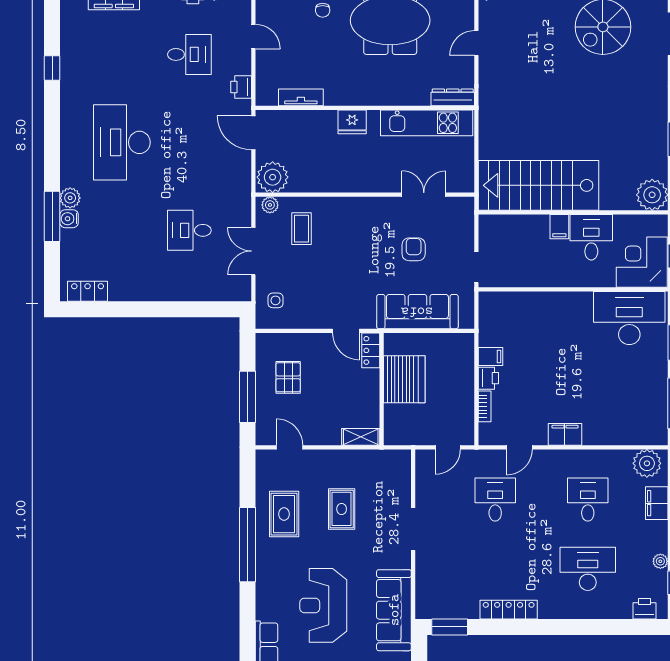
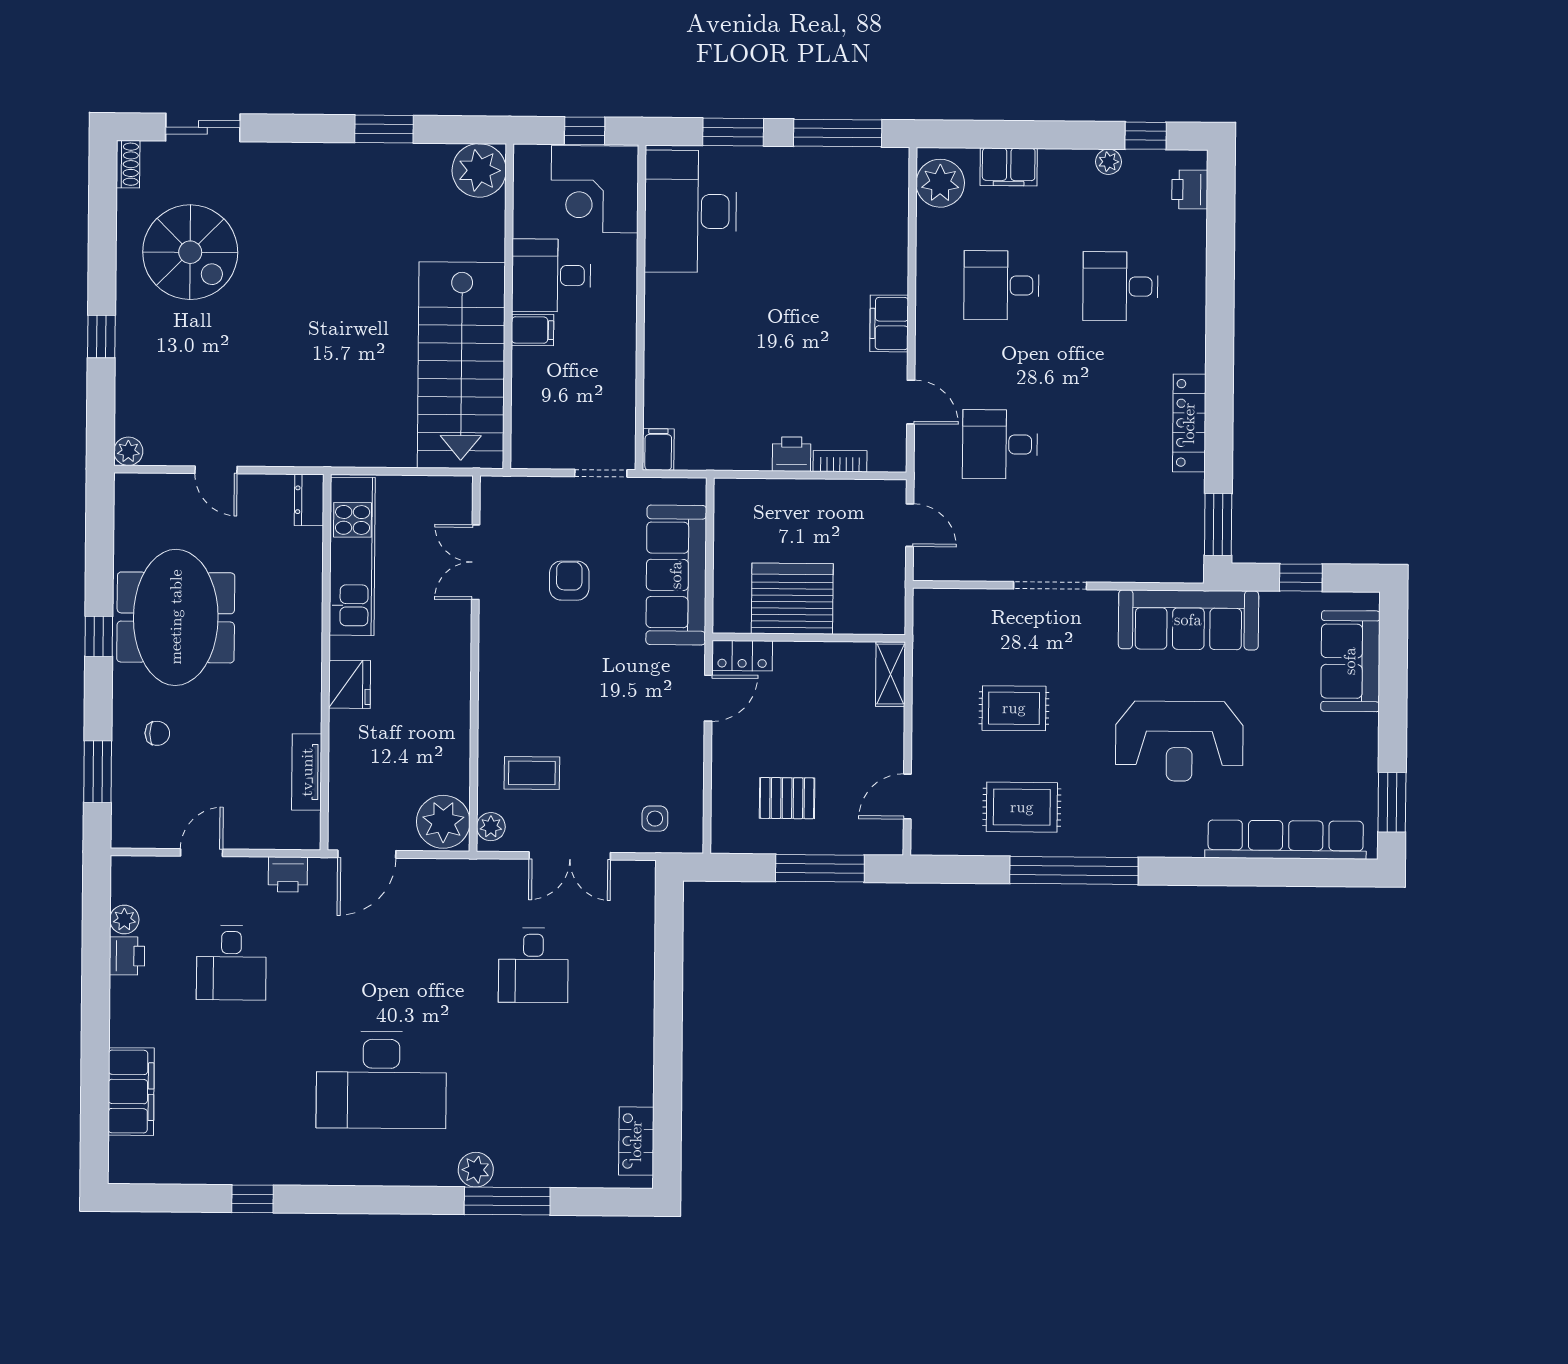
desk: (189, 54) -> (231, 963), turned 180
dresser: (453, 97) -> (309, 500), width x0.70
water cooler: (69, 219) -> (512, 1172), removed
armchair: (414, 249) -> (569, 581), turned 90
filing cabinet: (490, 356) -> (658, 449), moved
desk: (588, 569) -> (1120, 286), width x0.73

